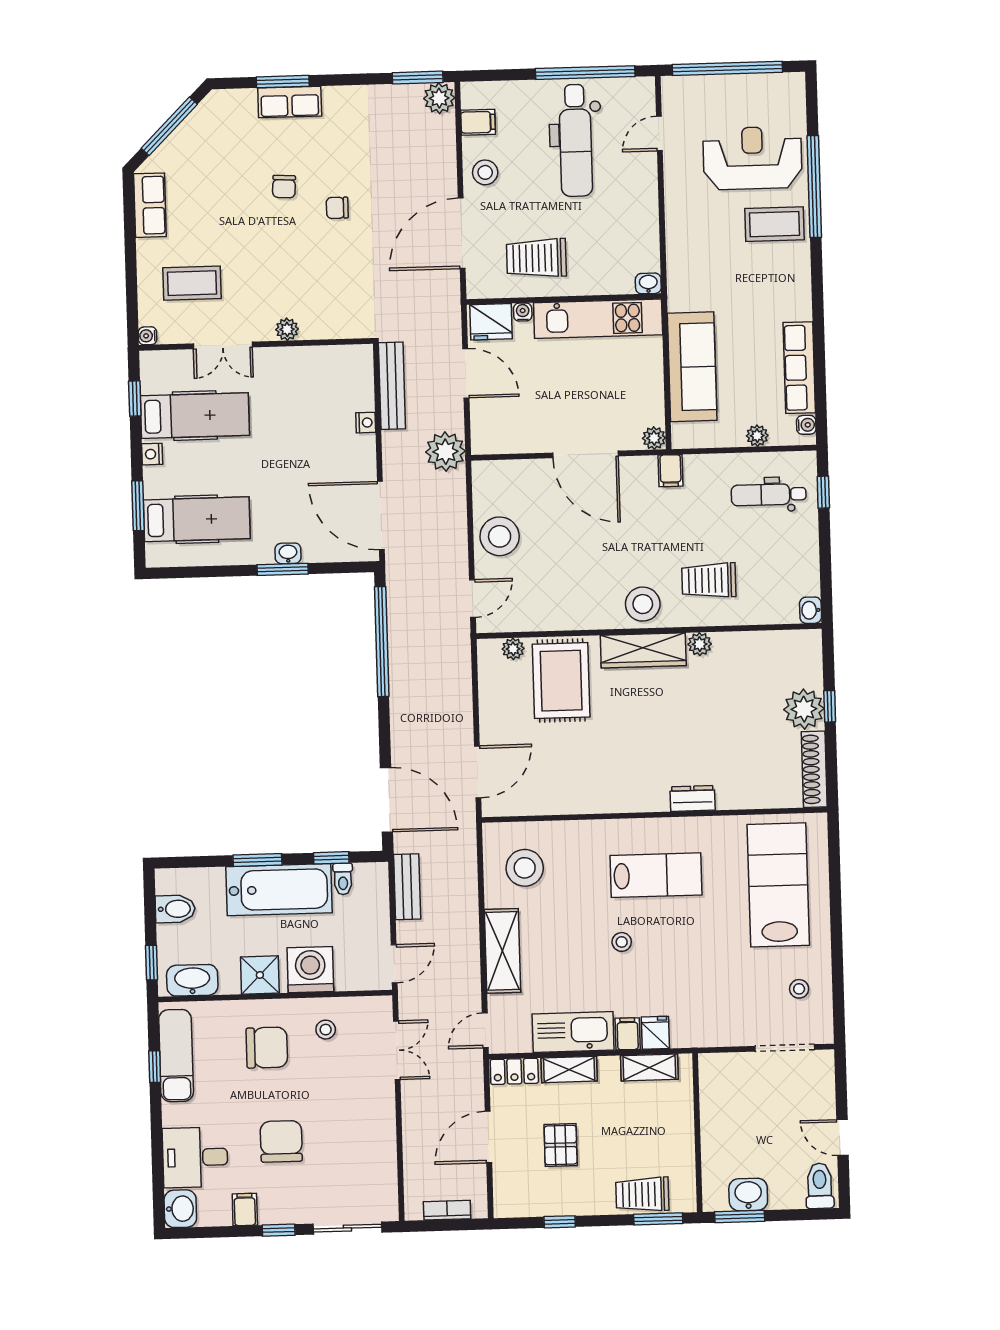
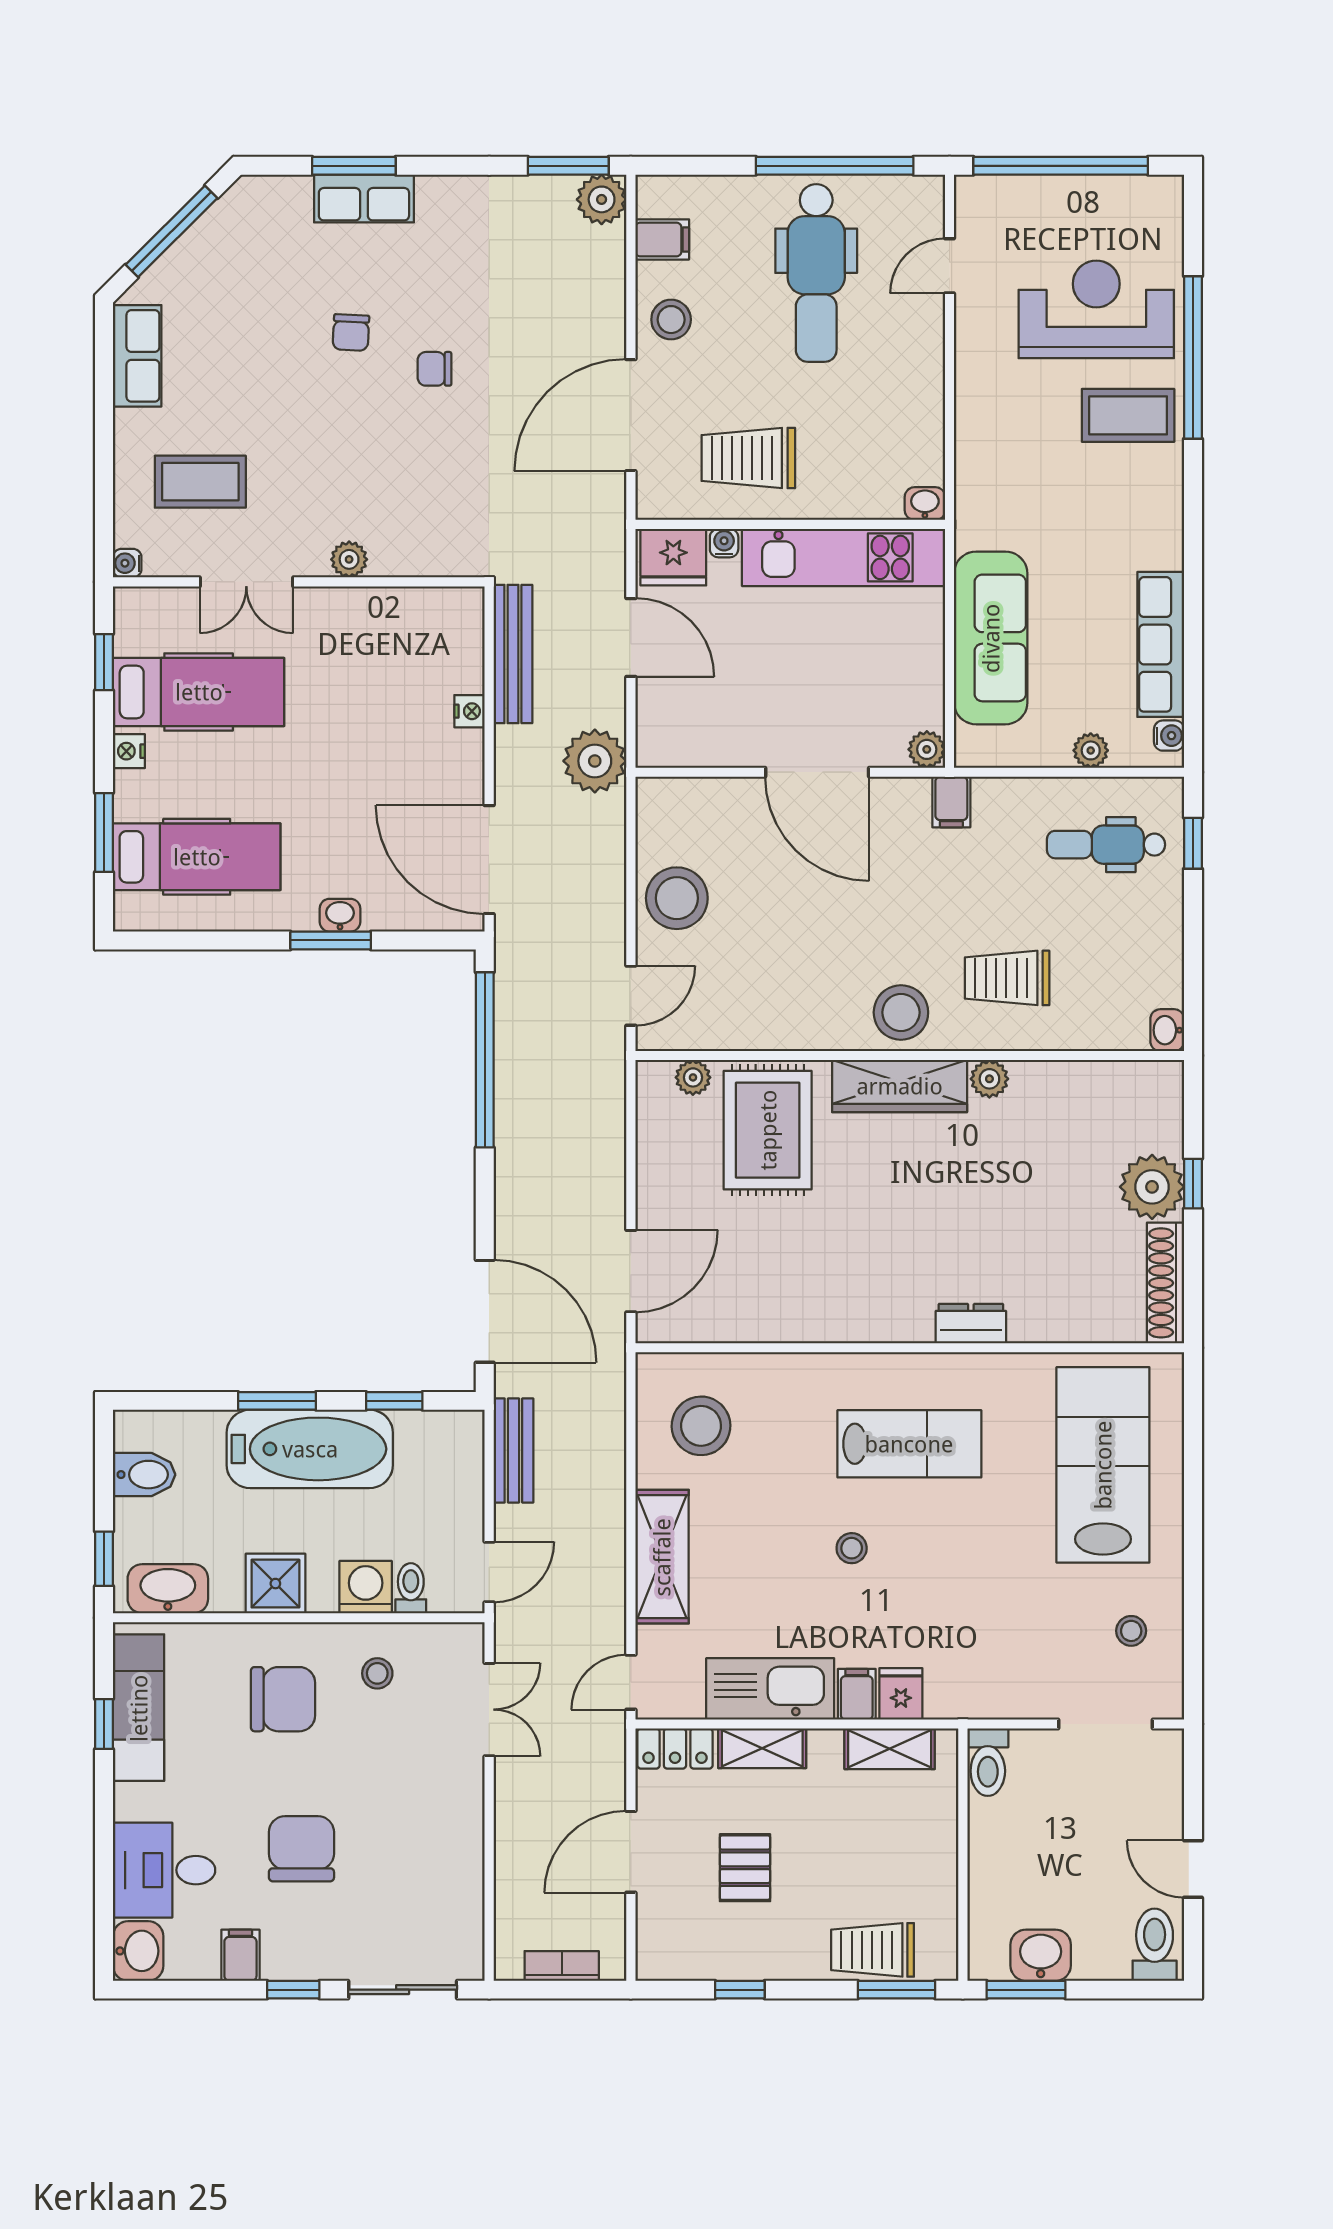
toilet: (343, 879) -> (411, 1588), moved, turned 180
washing machine: (310, 970) -> (366, 1587), width x0.73, depth x0.73
toilet: (711, 1074) -> (988, 1762), added

